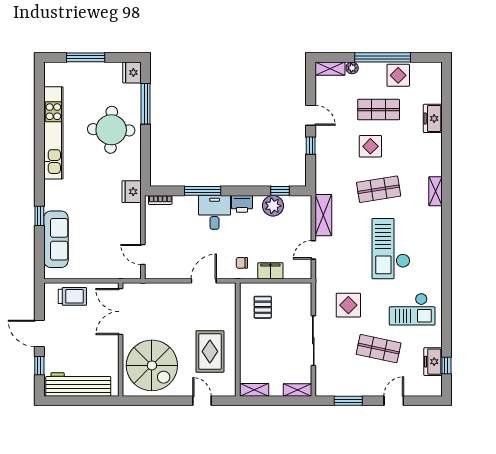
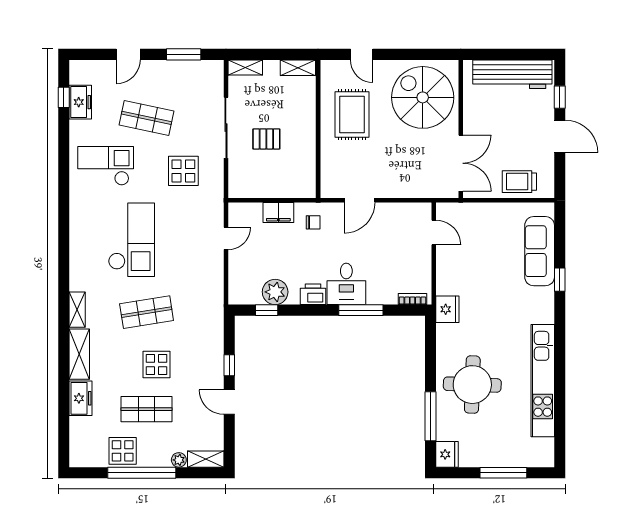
shelving: (323, 215) -> (79, 354), moved
pallet: (263, 307) -> (266, 139), moved, turned 90

